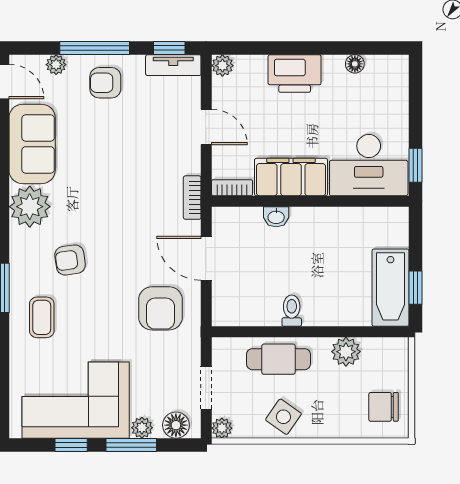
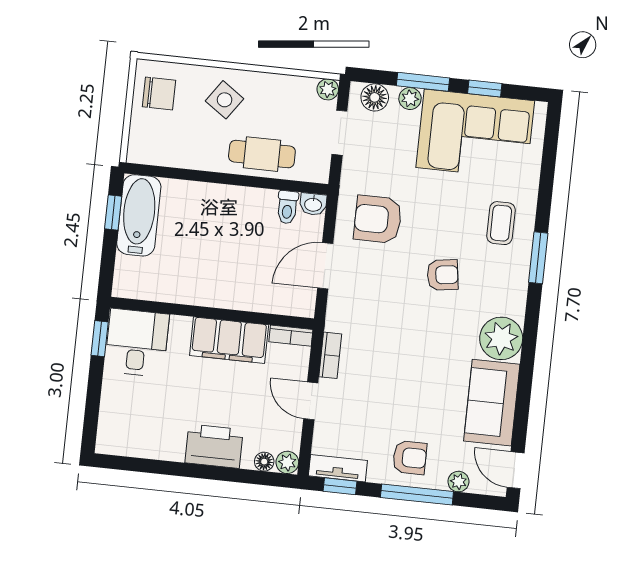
floor lamp: (355, 64) -> (264, 462), moved
desk: (369, 165) -> (137, 343), width x0.73
bookcase: (192, 198) -> (330, 355), moved
washbasin: (276, 217) -> (313, 204), moved, turned 180
door: (206, 258) -> (325, 266), swing flipped
armchair: (70, 260) -> (443, 275), moved
armchair: (160, 308) -> (378, 219), turned -90
toilet: (292, 311) -> (287, 207), moved
plant: (346, 352) -> (192, 154), removed
side table: (283, 417) -> (225, 100), moved

